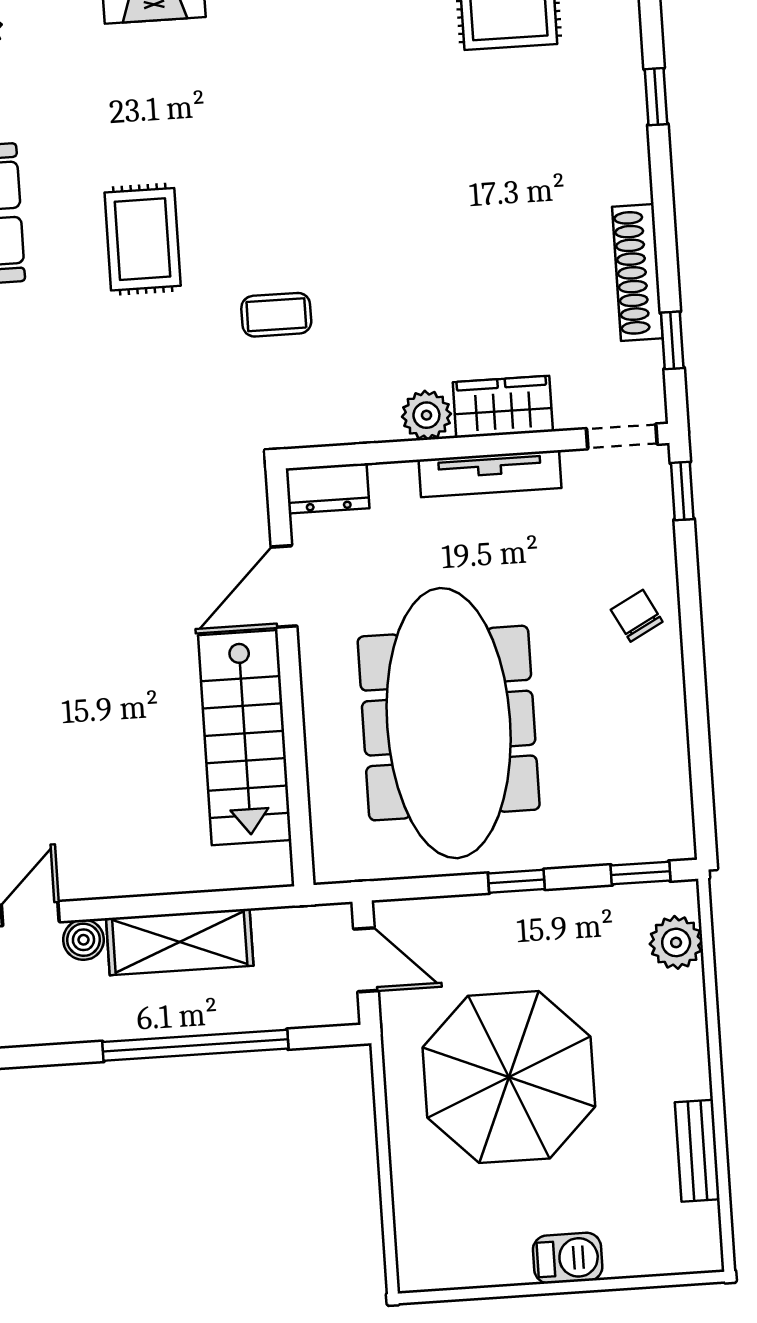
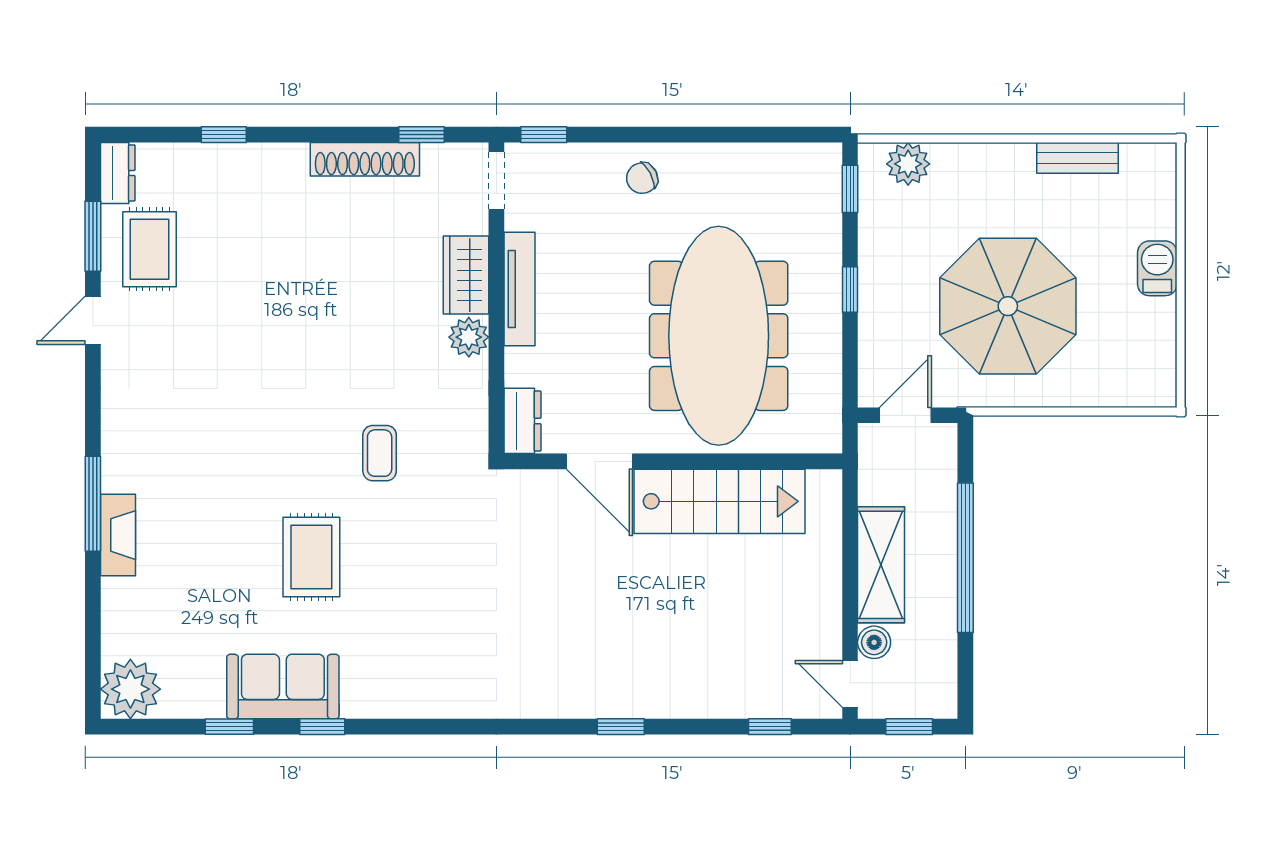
rug: (143, 239) -> (311, 557), turned 90
meeting table: (449, 723) -> (719, 336), turned 90

